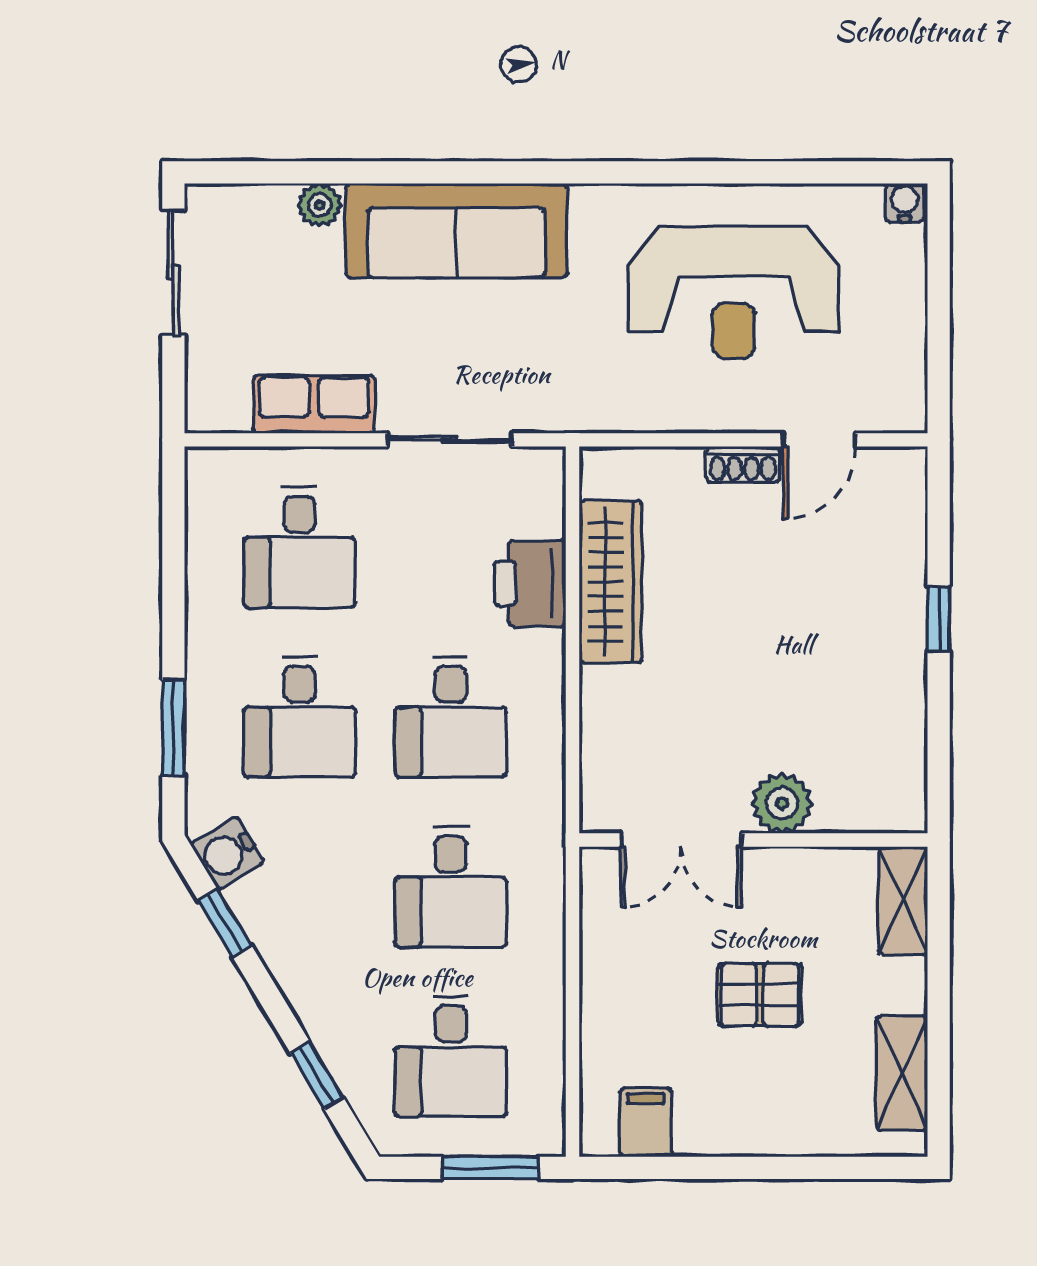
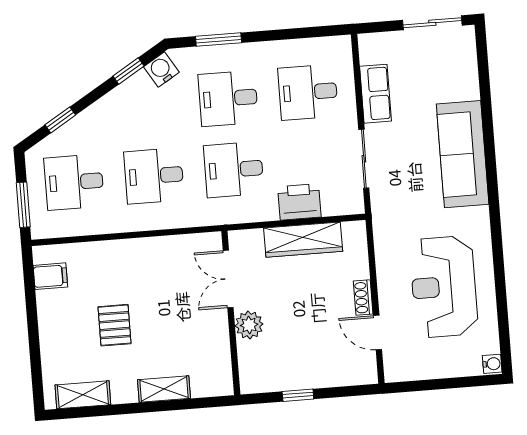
plant: (320, 205) -> (469, 89), removed
plant: (782, 803) -> (249, 325), moved
double door: (681, 840) -> (228, 279), moved
wall: (753, 840) -> (231, 313), moved

